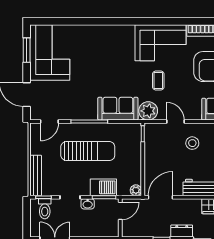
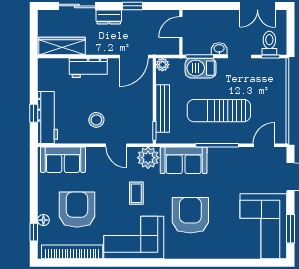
armchair: (112, 62) -> (190, 215), added
bench: (36, 176) -> (163, 108), moved
door: (120, 211) -> (181, 27), moved

